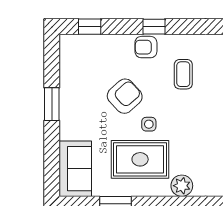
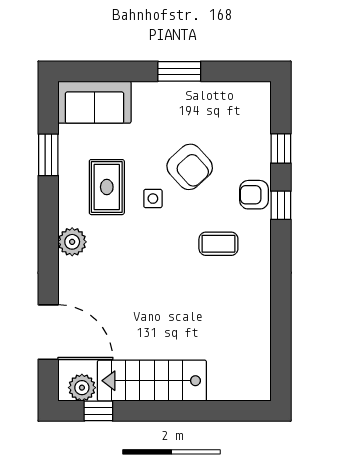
window: (90, 27) -> (281, 148), moved
armchair: (146, 47) -> (254, 195), turned -90
rug: (140, 159) -> (107, 187), width x0.73, depth x0.70

